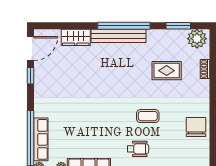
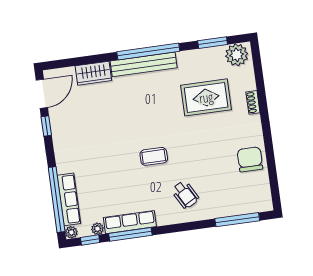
shoe rack: (205, 69) -> (253, 102), moved
rug: (167, 71) -> (206, 97), width x1.36, depth x1.43
coffee table: (148, 116) -> (154, 156), moved
wheelchair: (138, 149) -> (185, 195), turned 61

